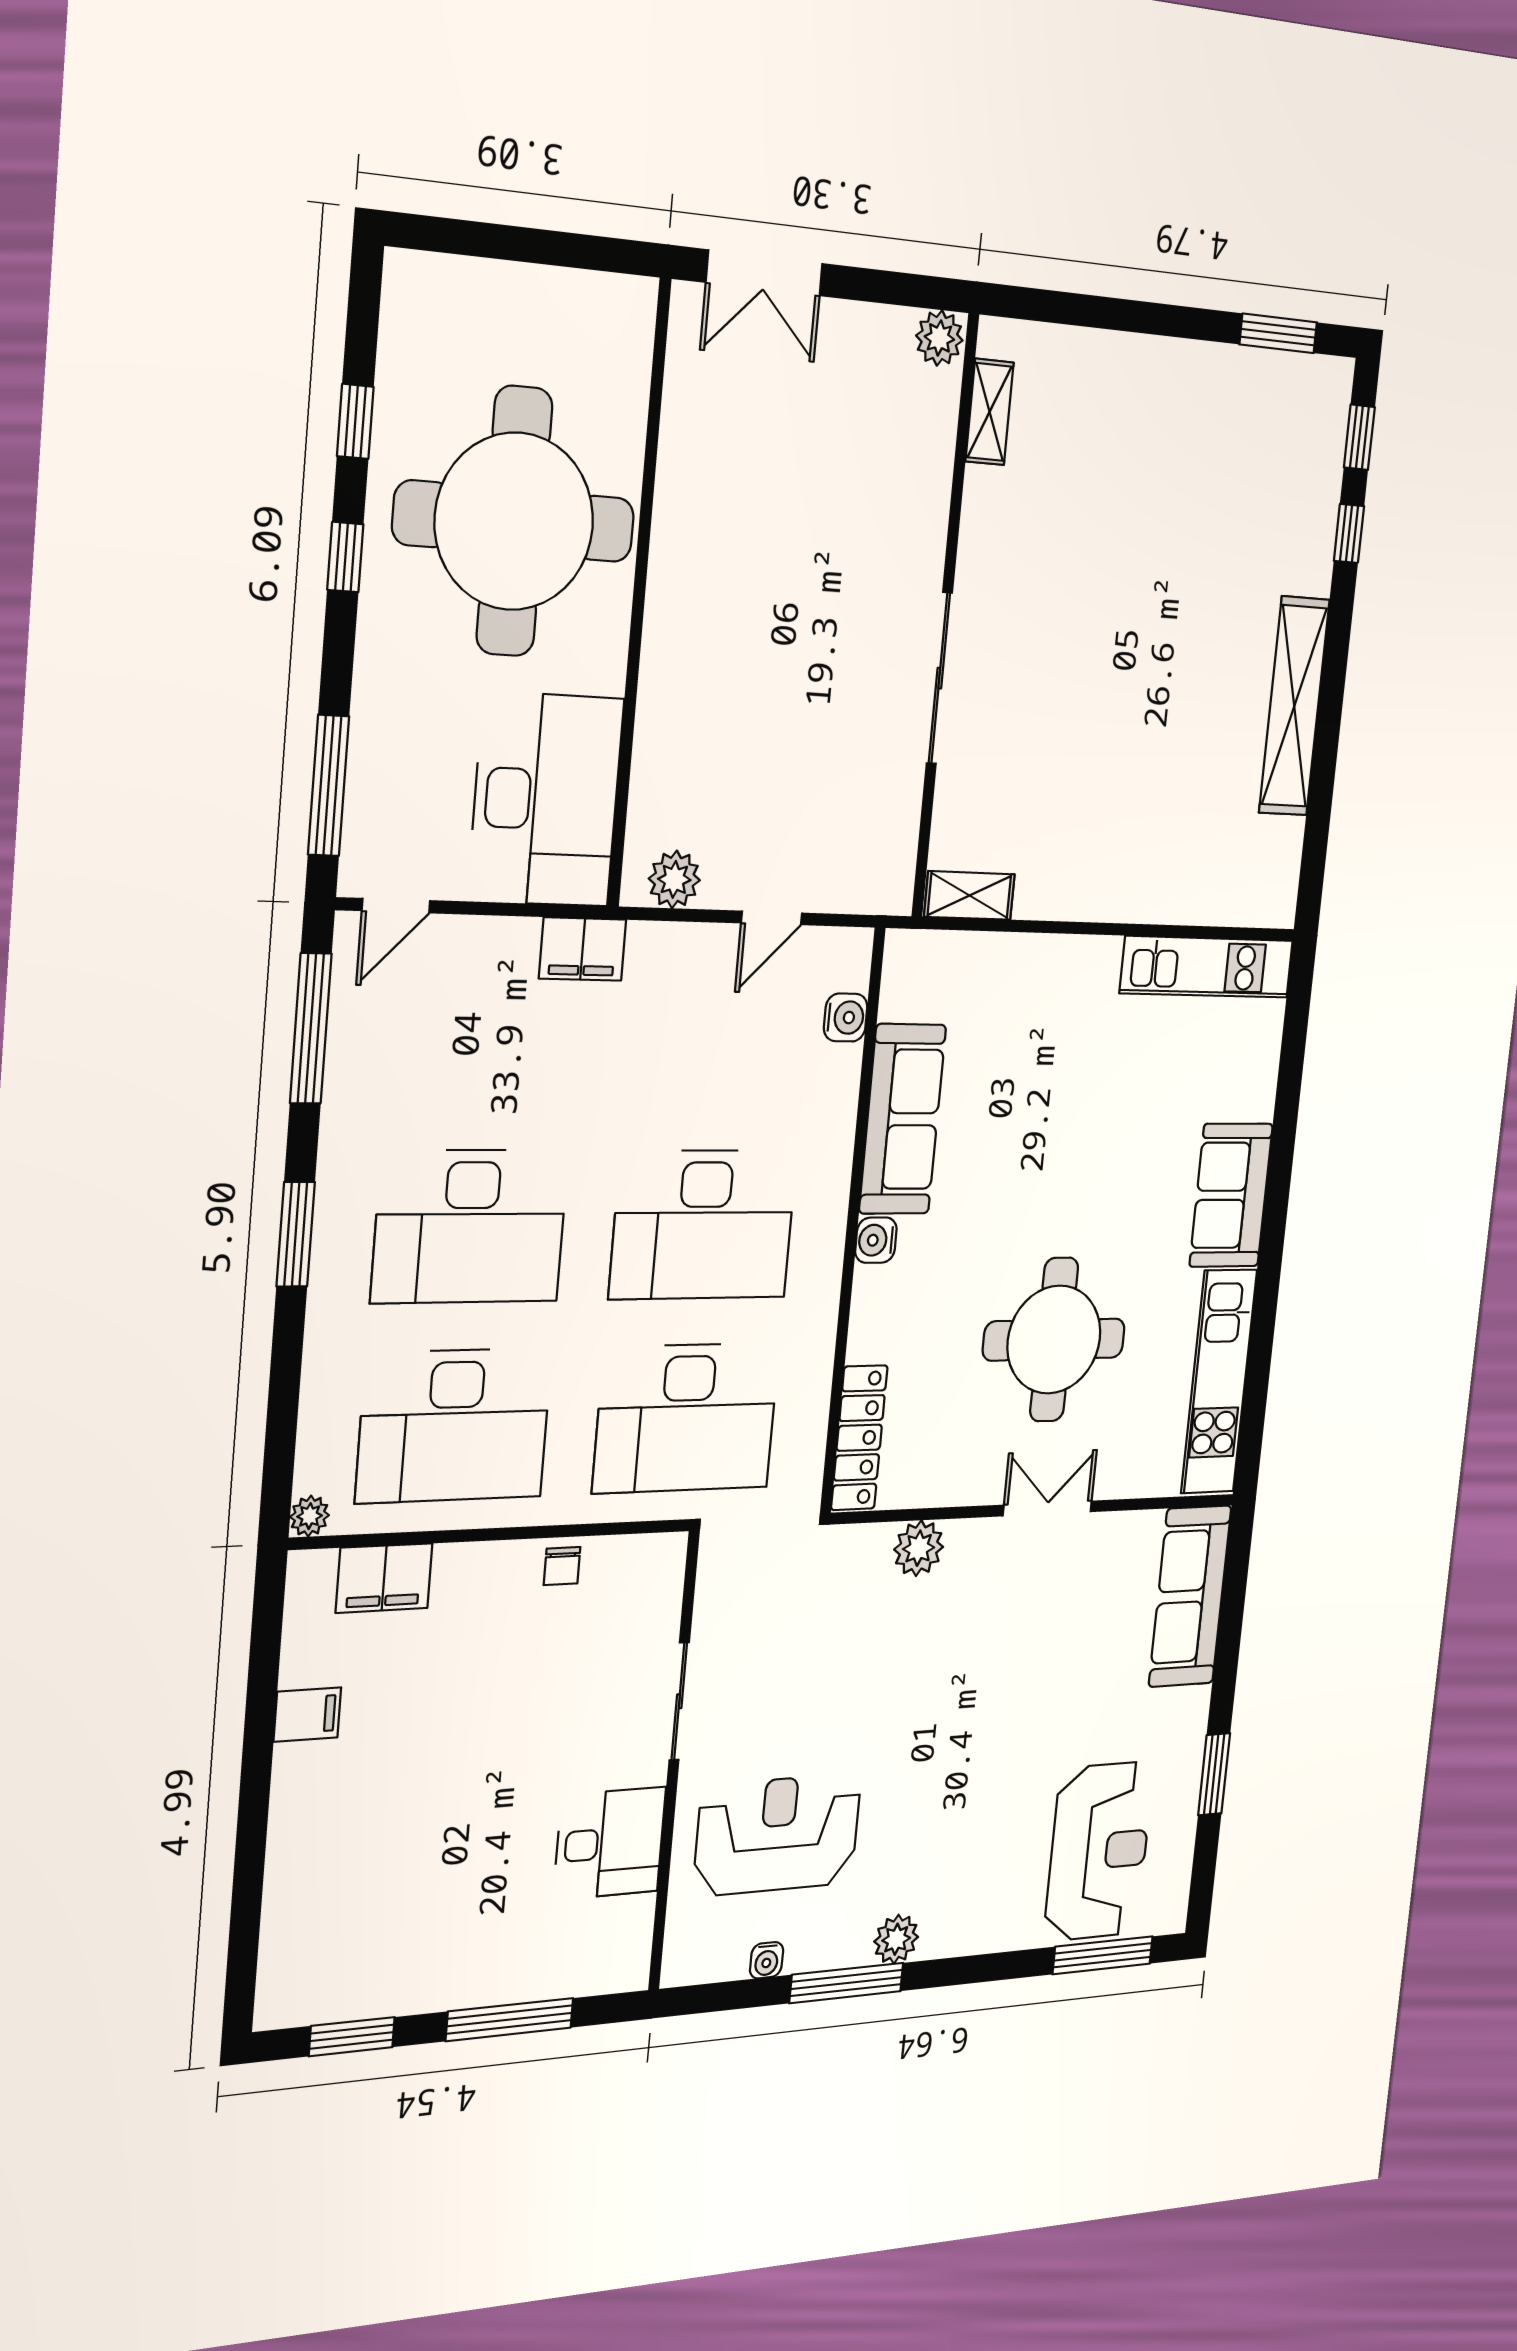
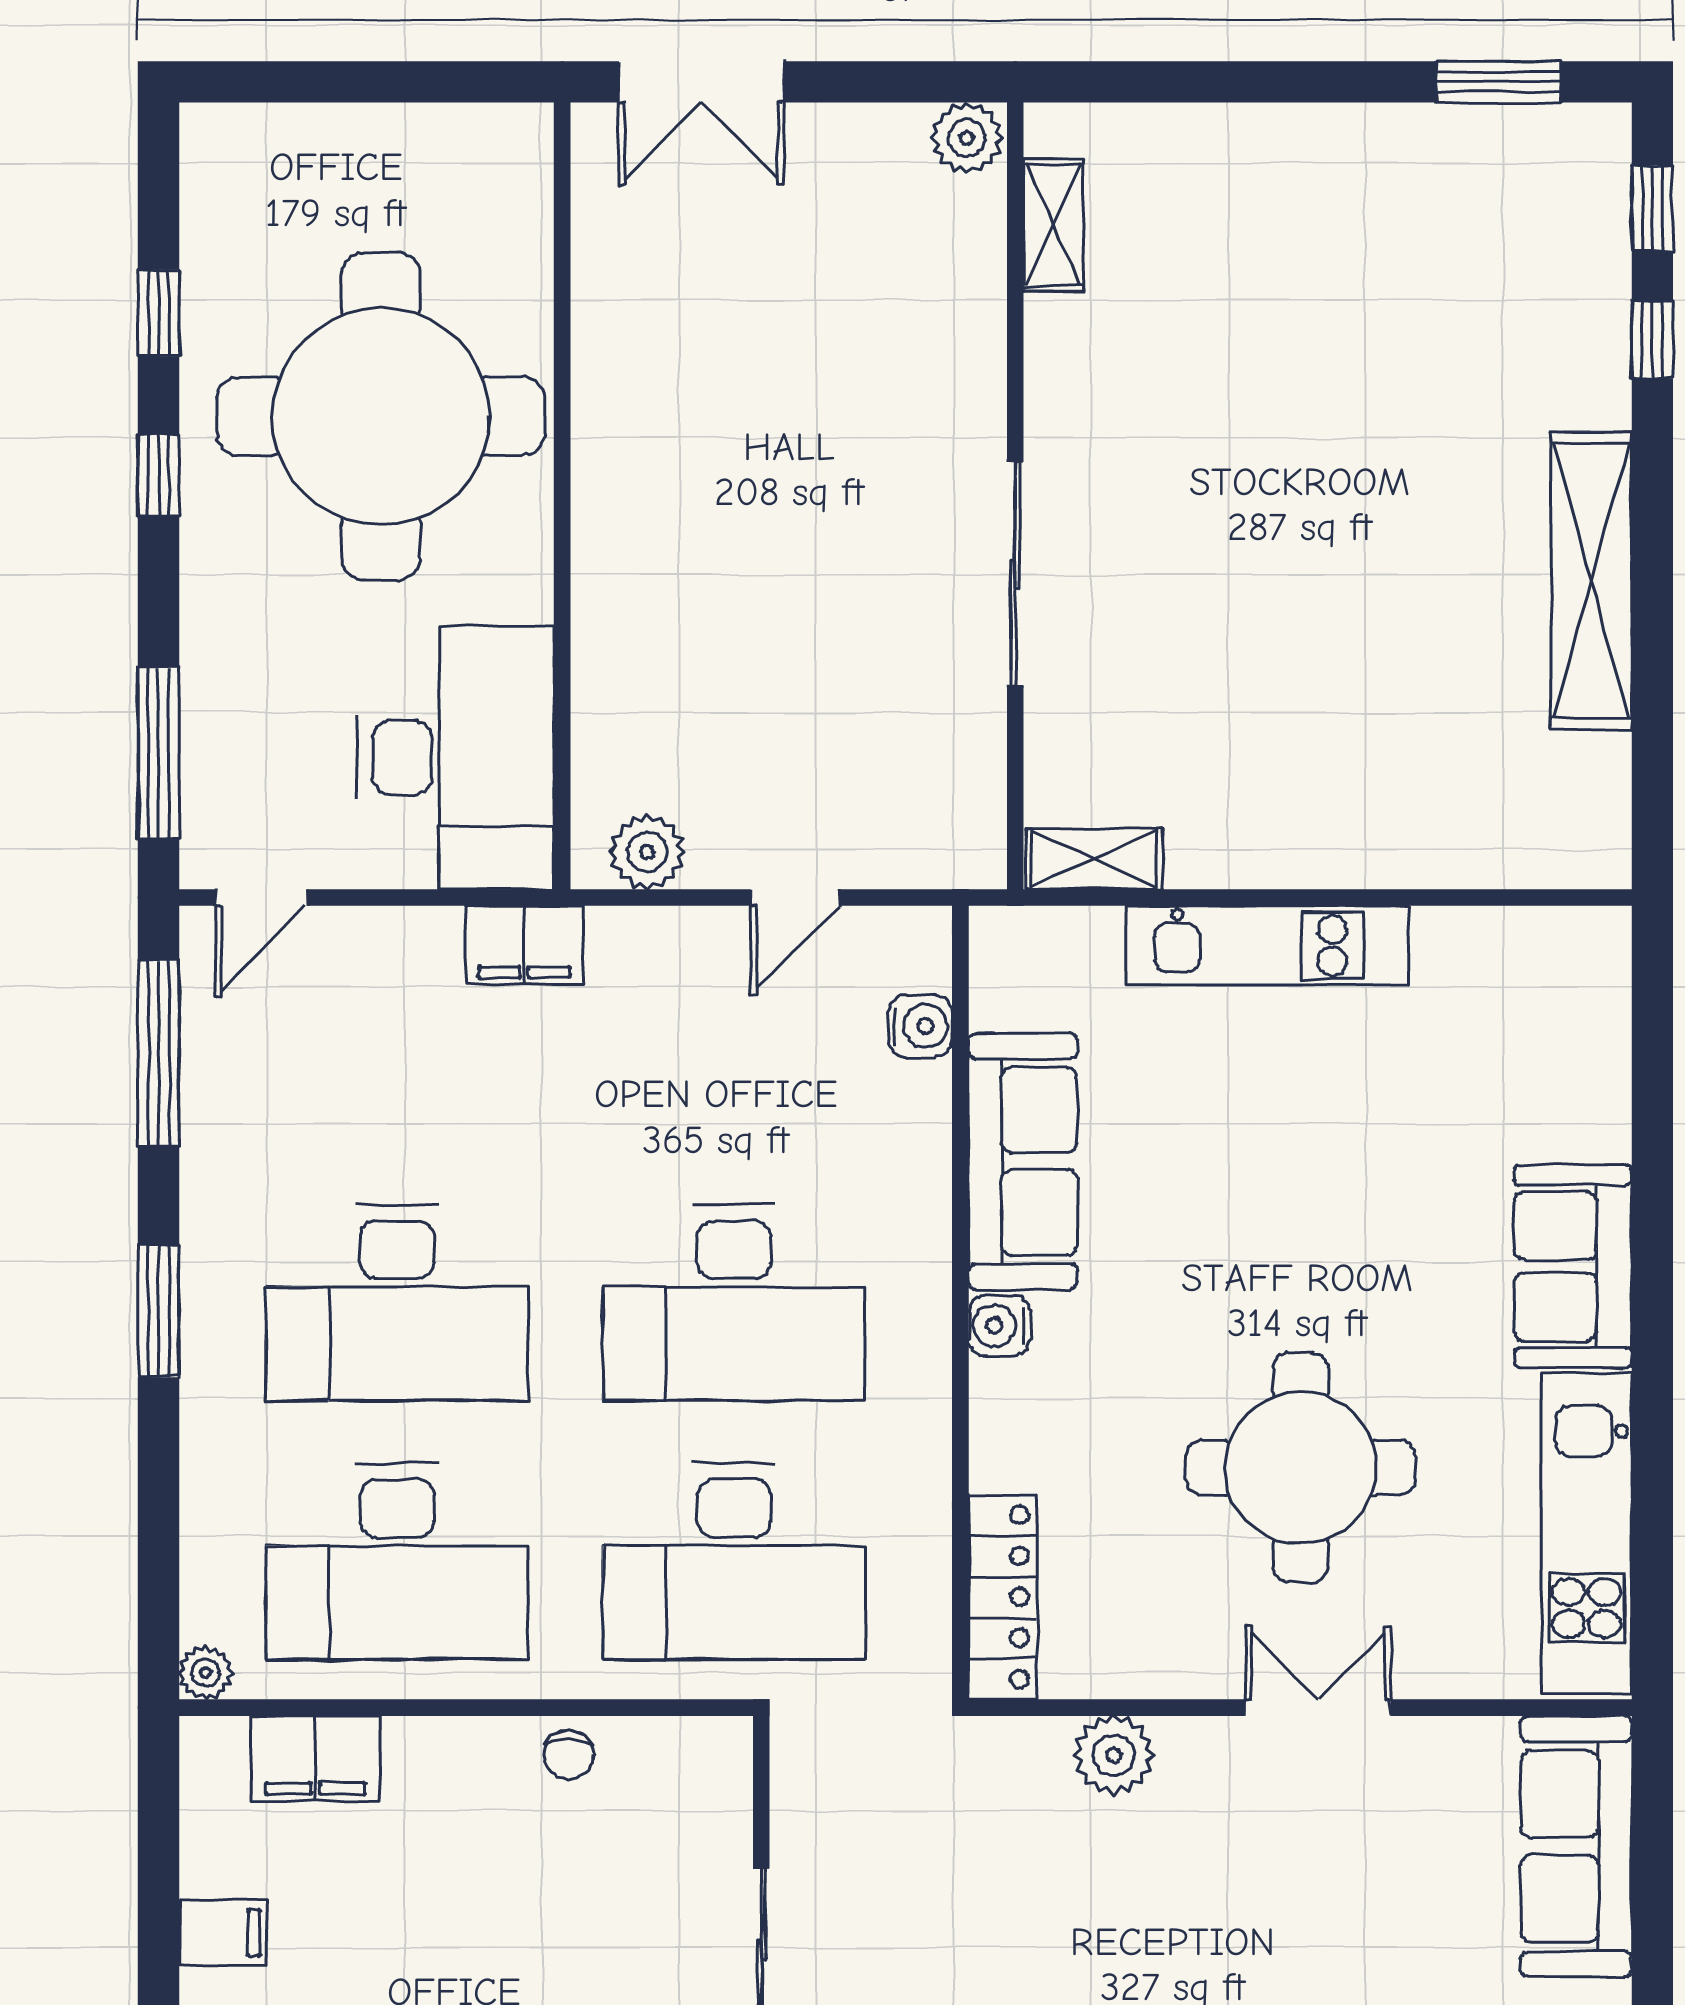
kitchen unit: (1207, 967) -> (1267, 945), moved

